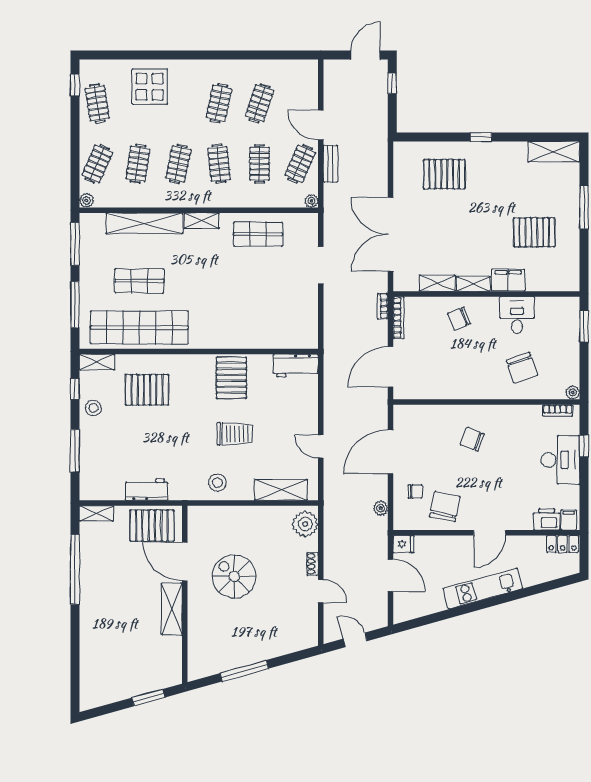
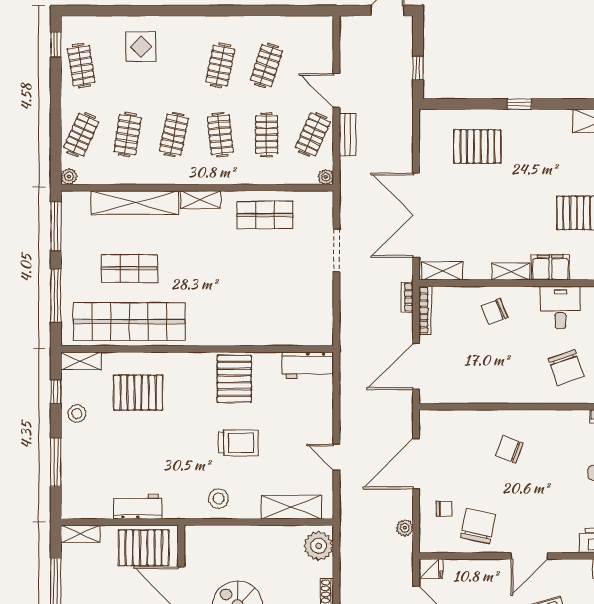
window: (392, 83) -> (418, 68), moved
display table: (150, 87) -> (141, 47), width x0.73, depth x0.73
shelving: (437, 283) -> (442, 271), moved

